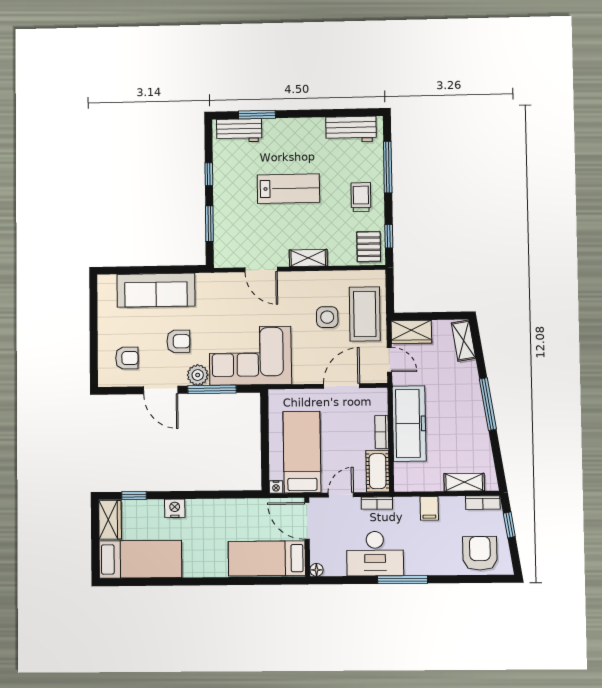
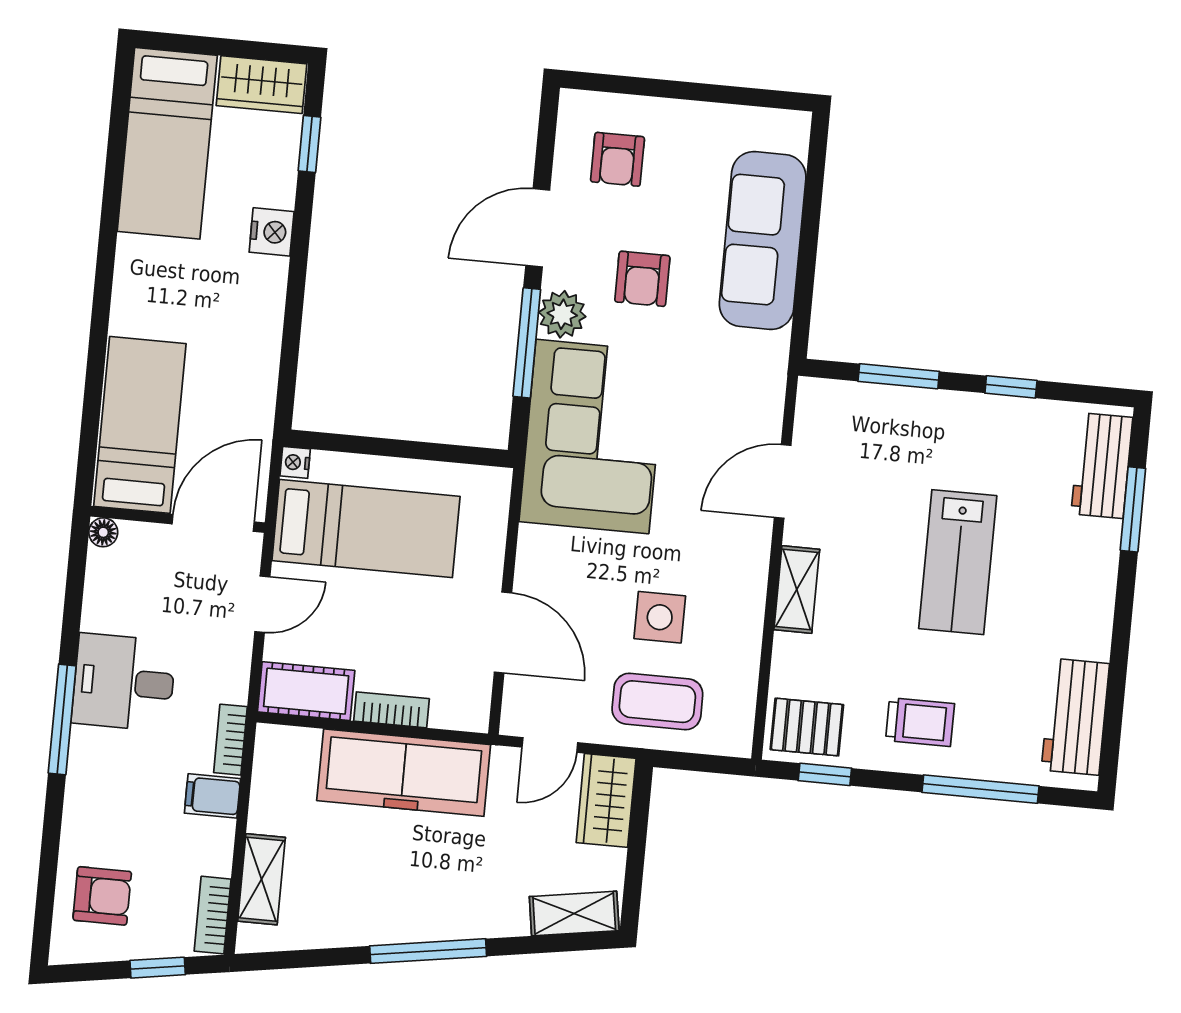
coffee table: (365, 314) -> (657, 702), width x0.73, depth x0.76
door: (341, 495) -> (262, 604), hinge flipped
bookcase: (377, 503) -> (230, 740), moved
armchair: (480, 553) -> (102, 896), width x0.72, depth x0.72
desk: (375, 554) -> (124, 682), width x0.73

